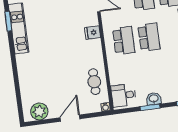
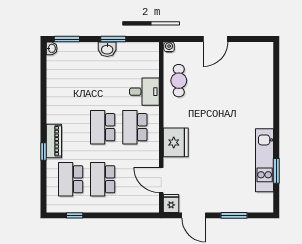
fridge: (93, 33) -> (176, 142), width x1.88, depth x1.34
desk: (124, 95) -> (144, 92), moved
plant: (39, 111) -> (253, 53), removed

